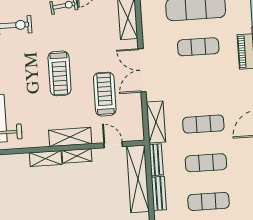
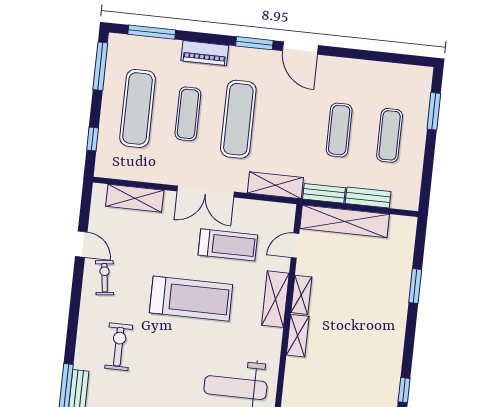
treadmill: (60, 73) -> (191, 299), width x1.37, depth x1.38
treadmill: (105, 94) -> (228, 245), turned 180
exercise mat: (203, 124) -> (238, 119), moved, width x1.36, depth x1.45

